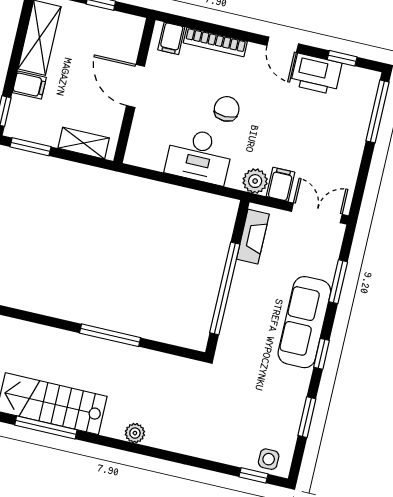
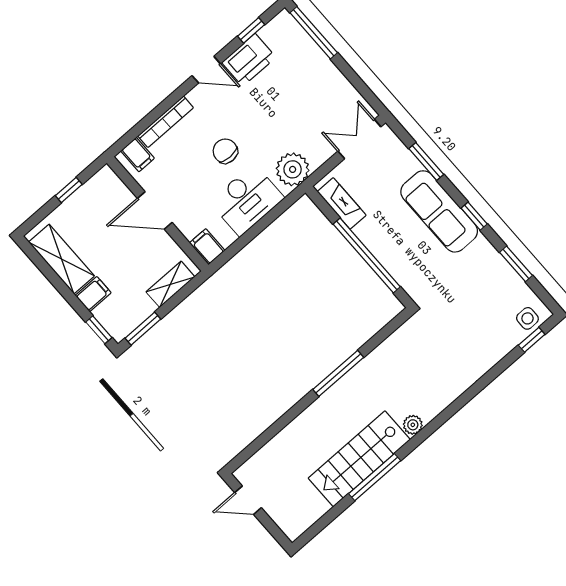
plant: (255, 181) -> (293, 169), width x1.36, depth x1.36
filing cabinet: (281, 184) -> (207, 247), moved
plant: (135, 433) -> (413, 425), moved

